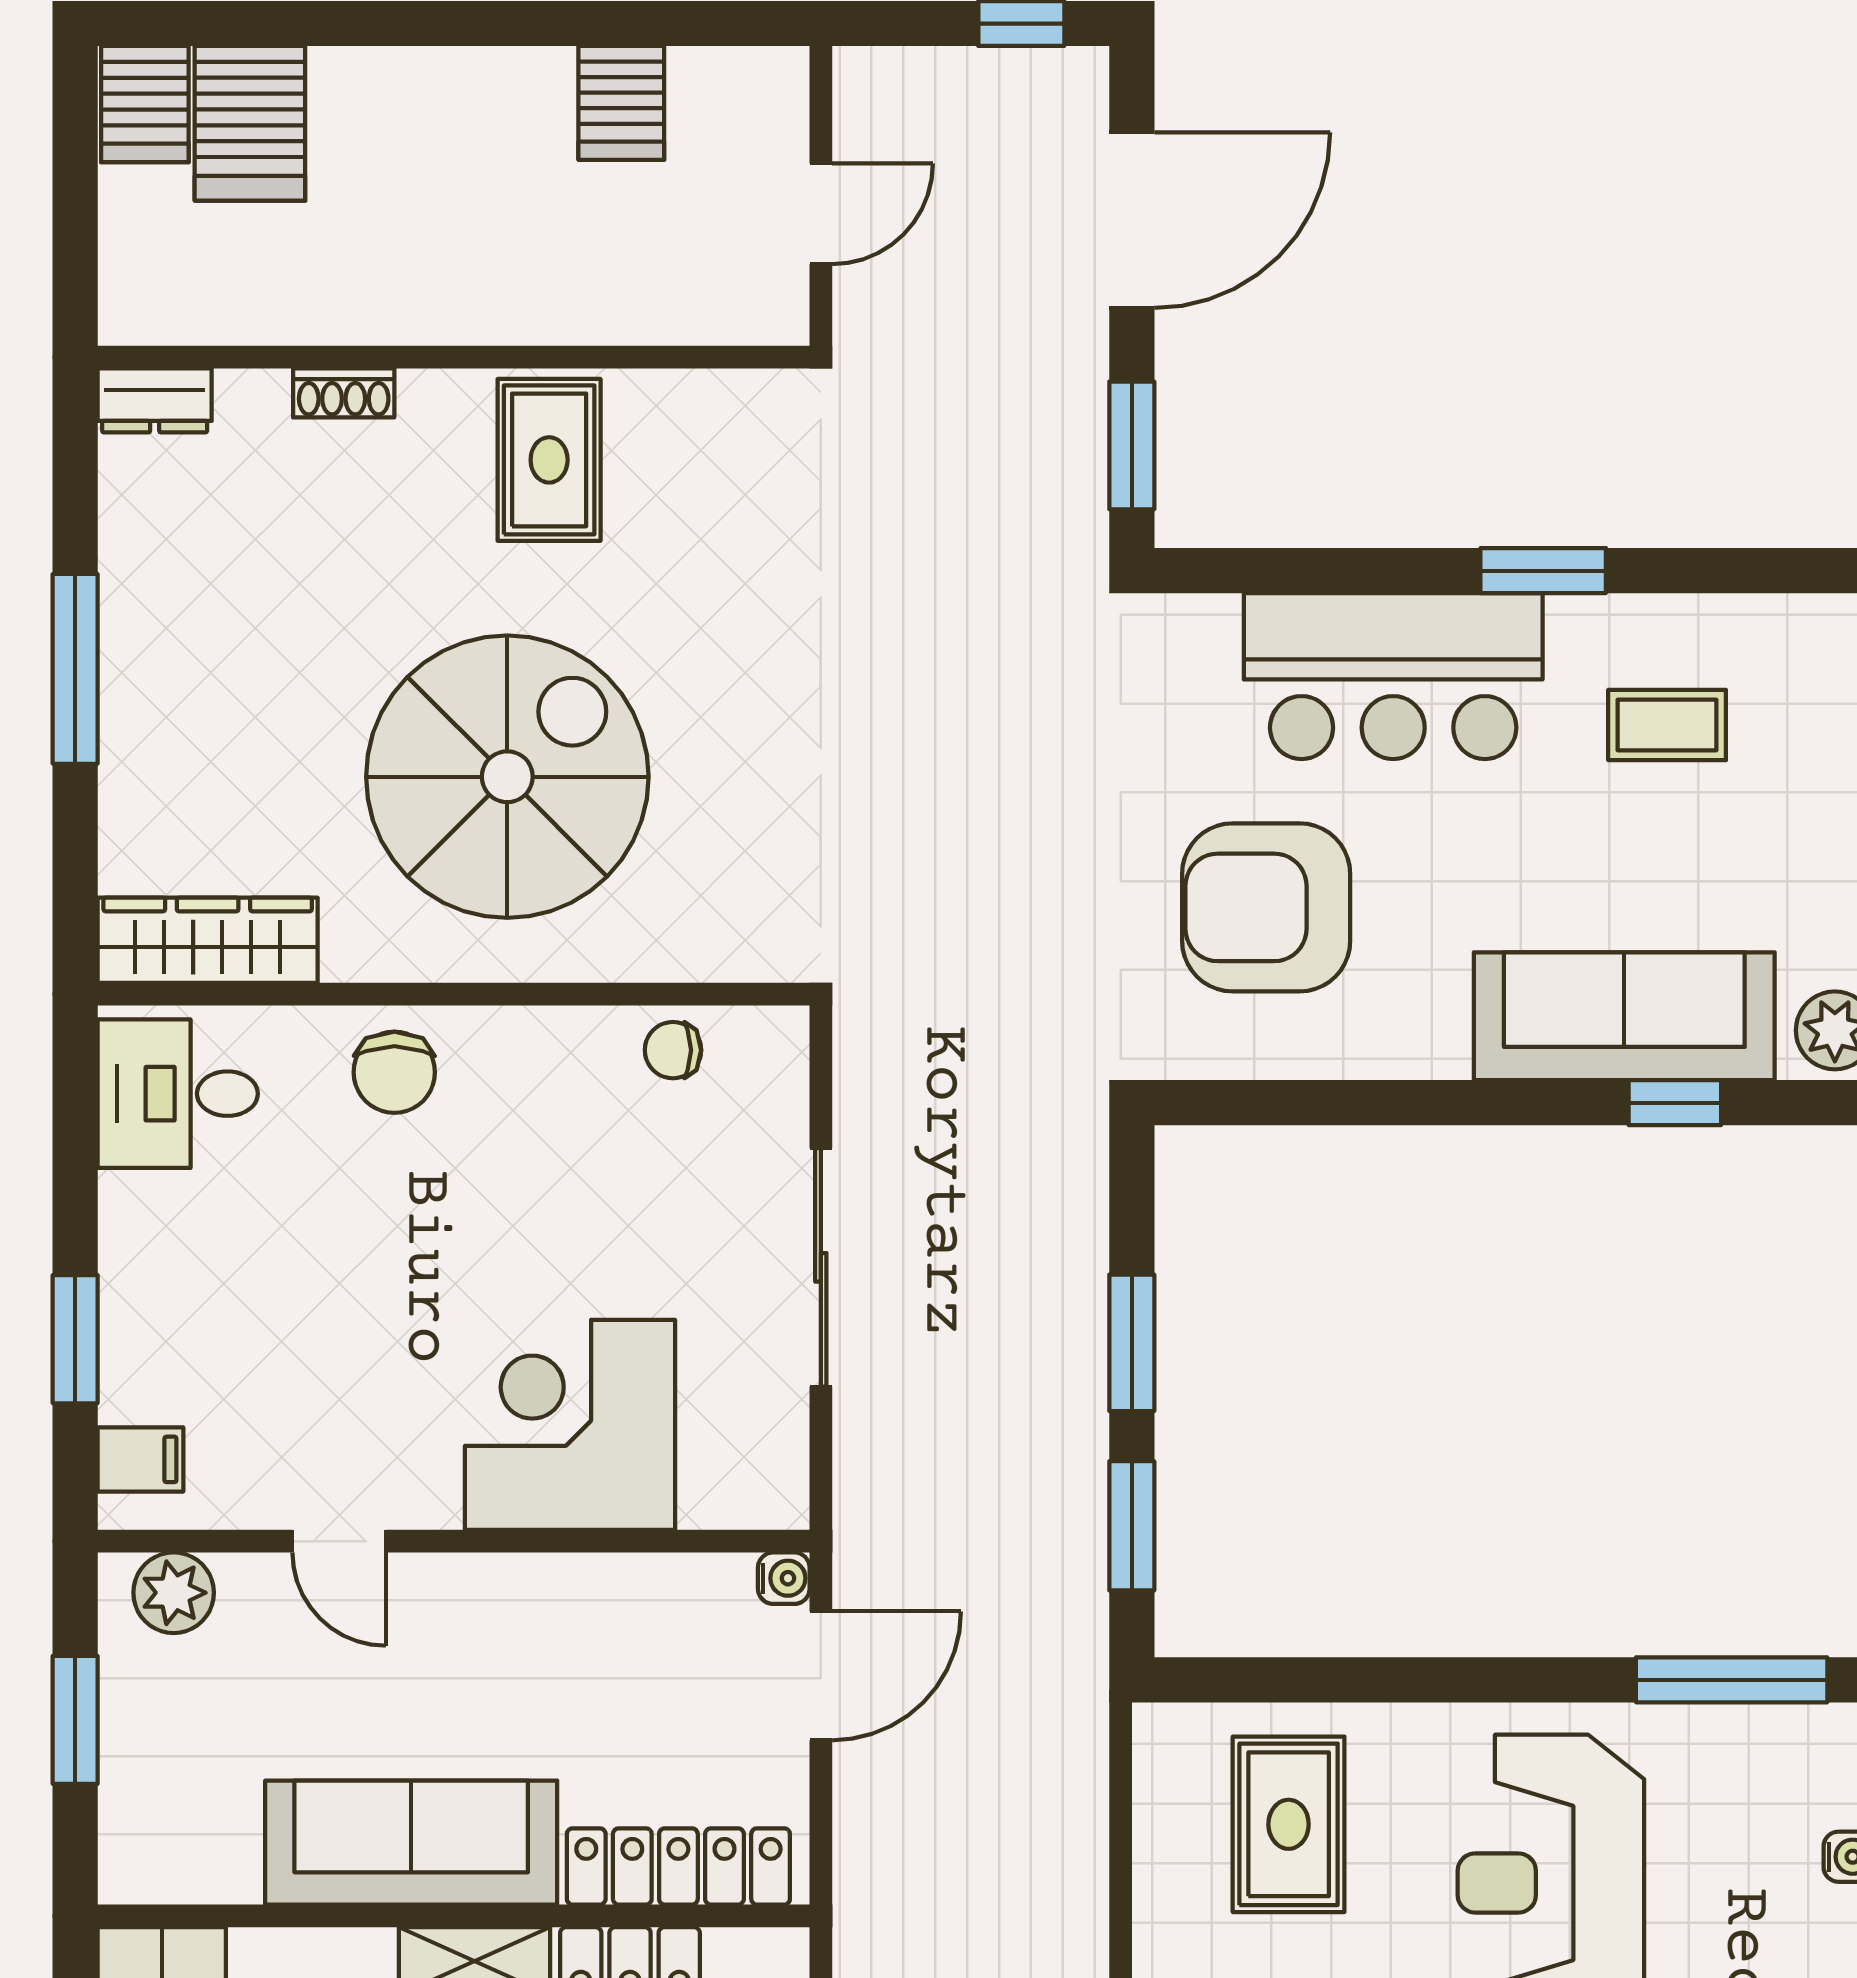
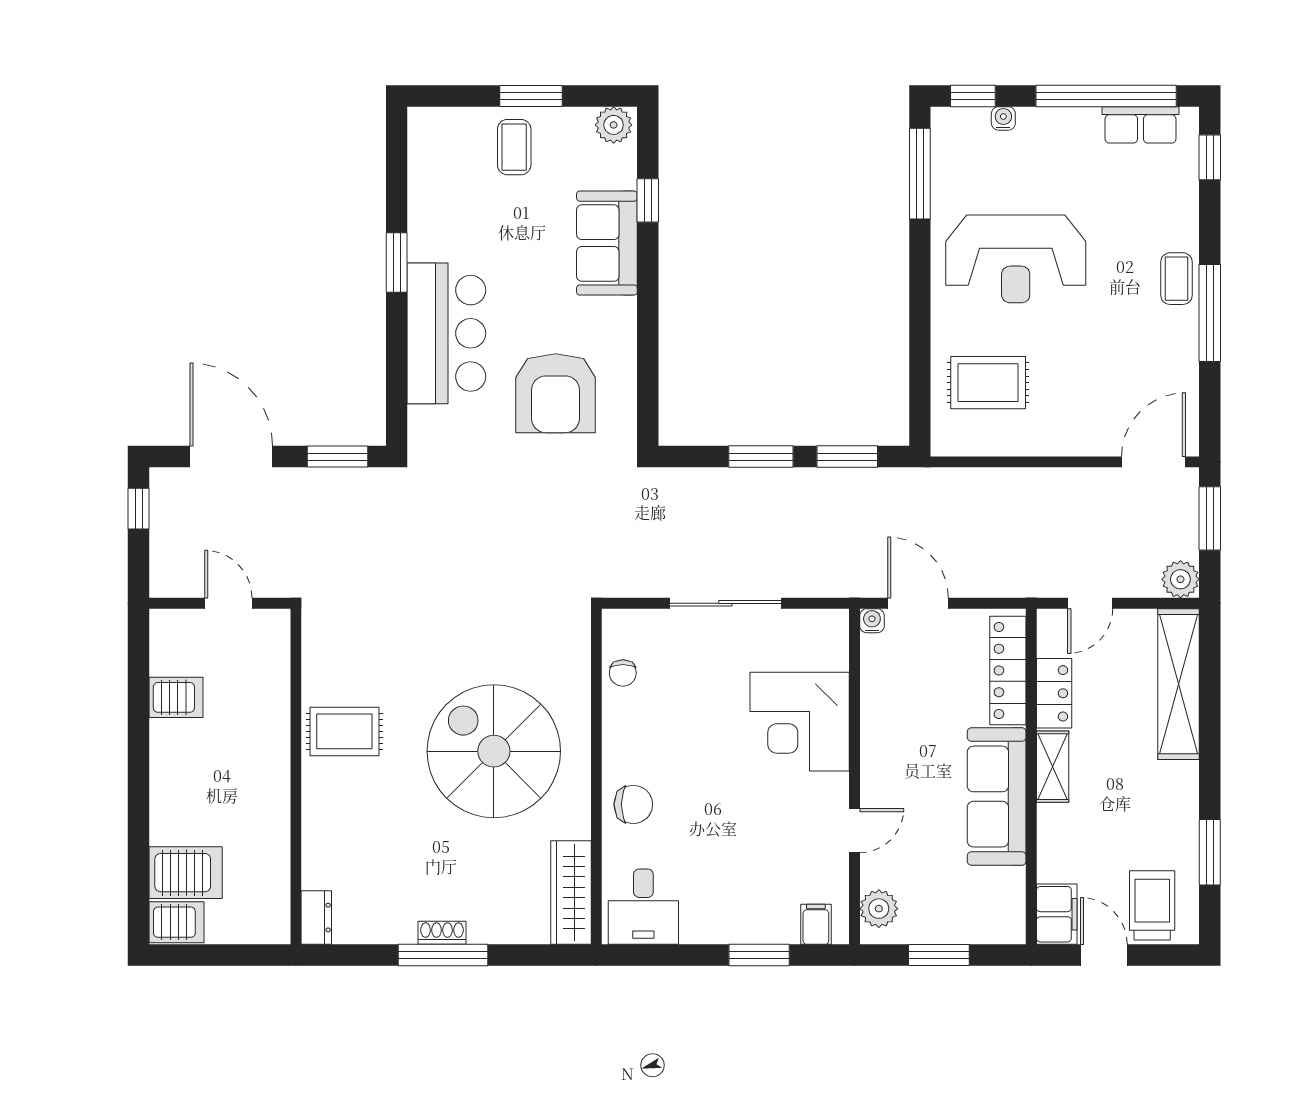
shoe rack: (344, 393) -> (442, 933), moved, turned -90
coffee table: (1667, 725) -> (514, 147), moved
sofa: (1624, 1016) -> (607, 243), width x0.73

